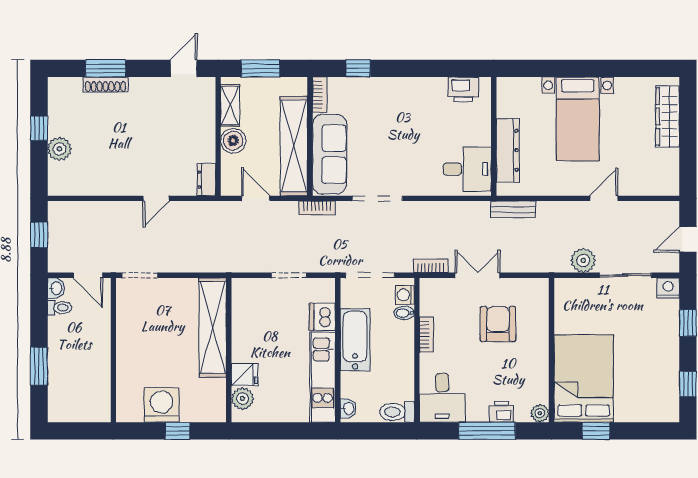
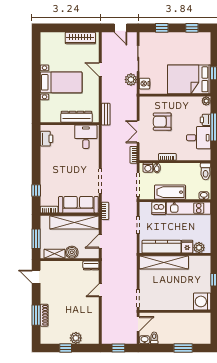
wardrobe: (668, 117) -> (80, 38), moved
door: (156, 198) -> (100, 290), swing flipped
nightstand: (668, 288) -> (145, 84), moved
kitchen counter: (244, 322) -> (161, 247), added
desk: (442, 398) -> (199, 138), moved
washing machine: (161, 405) -> (202, 301), moved

